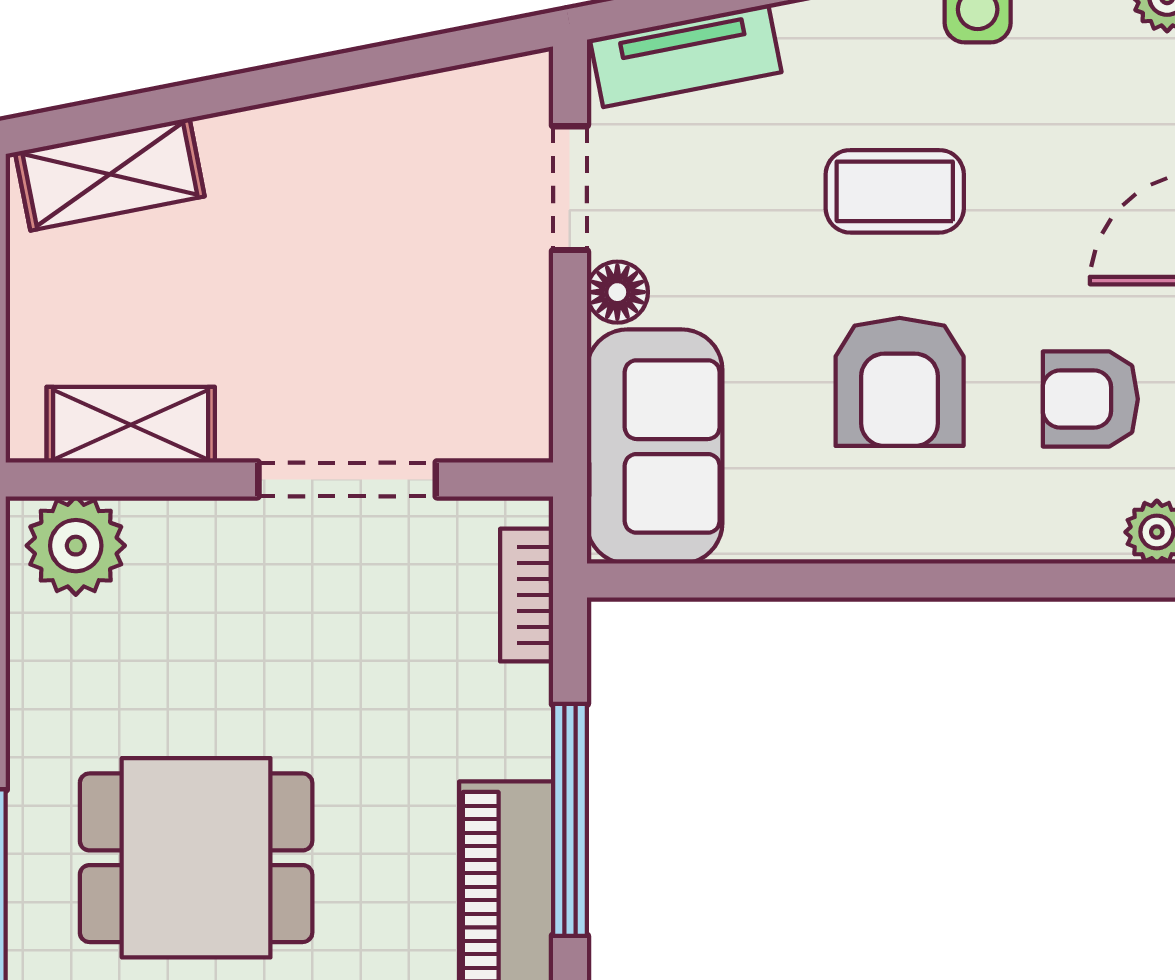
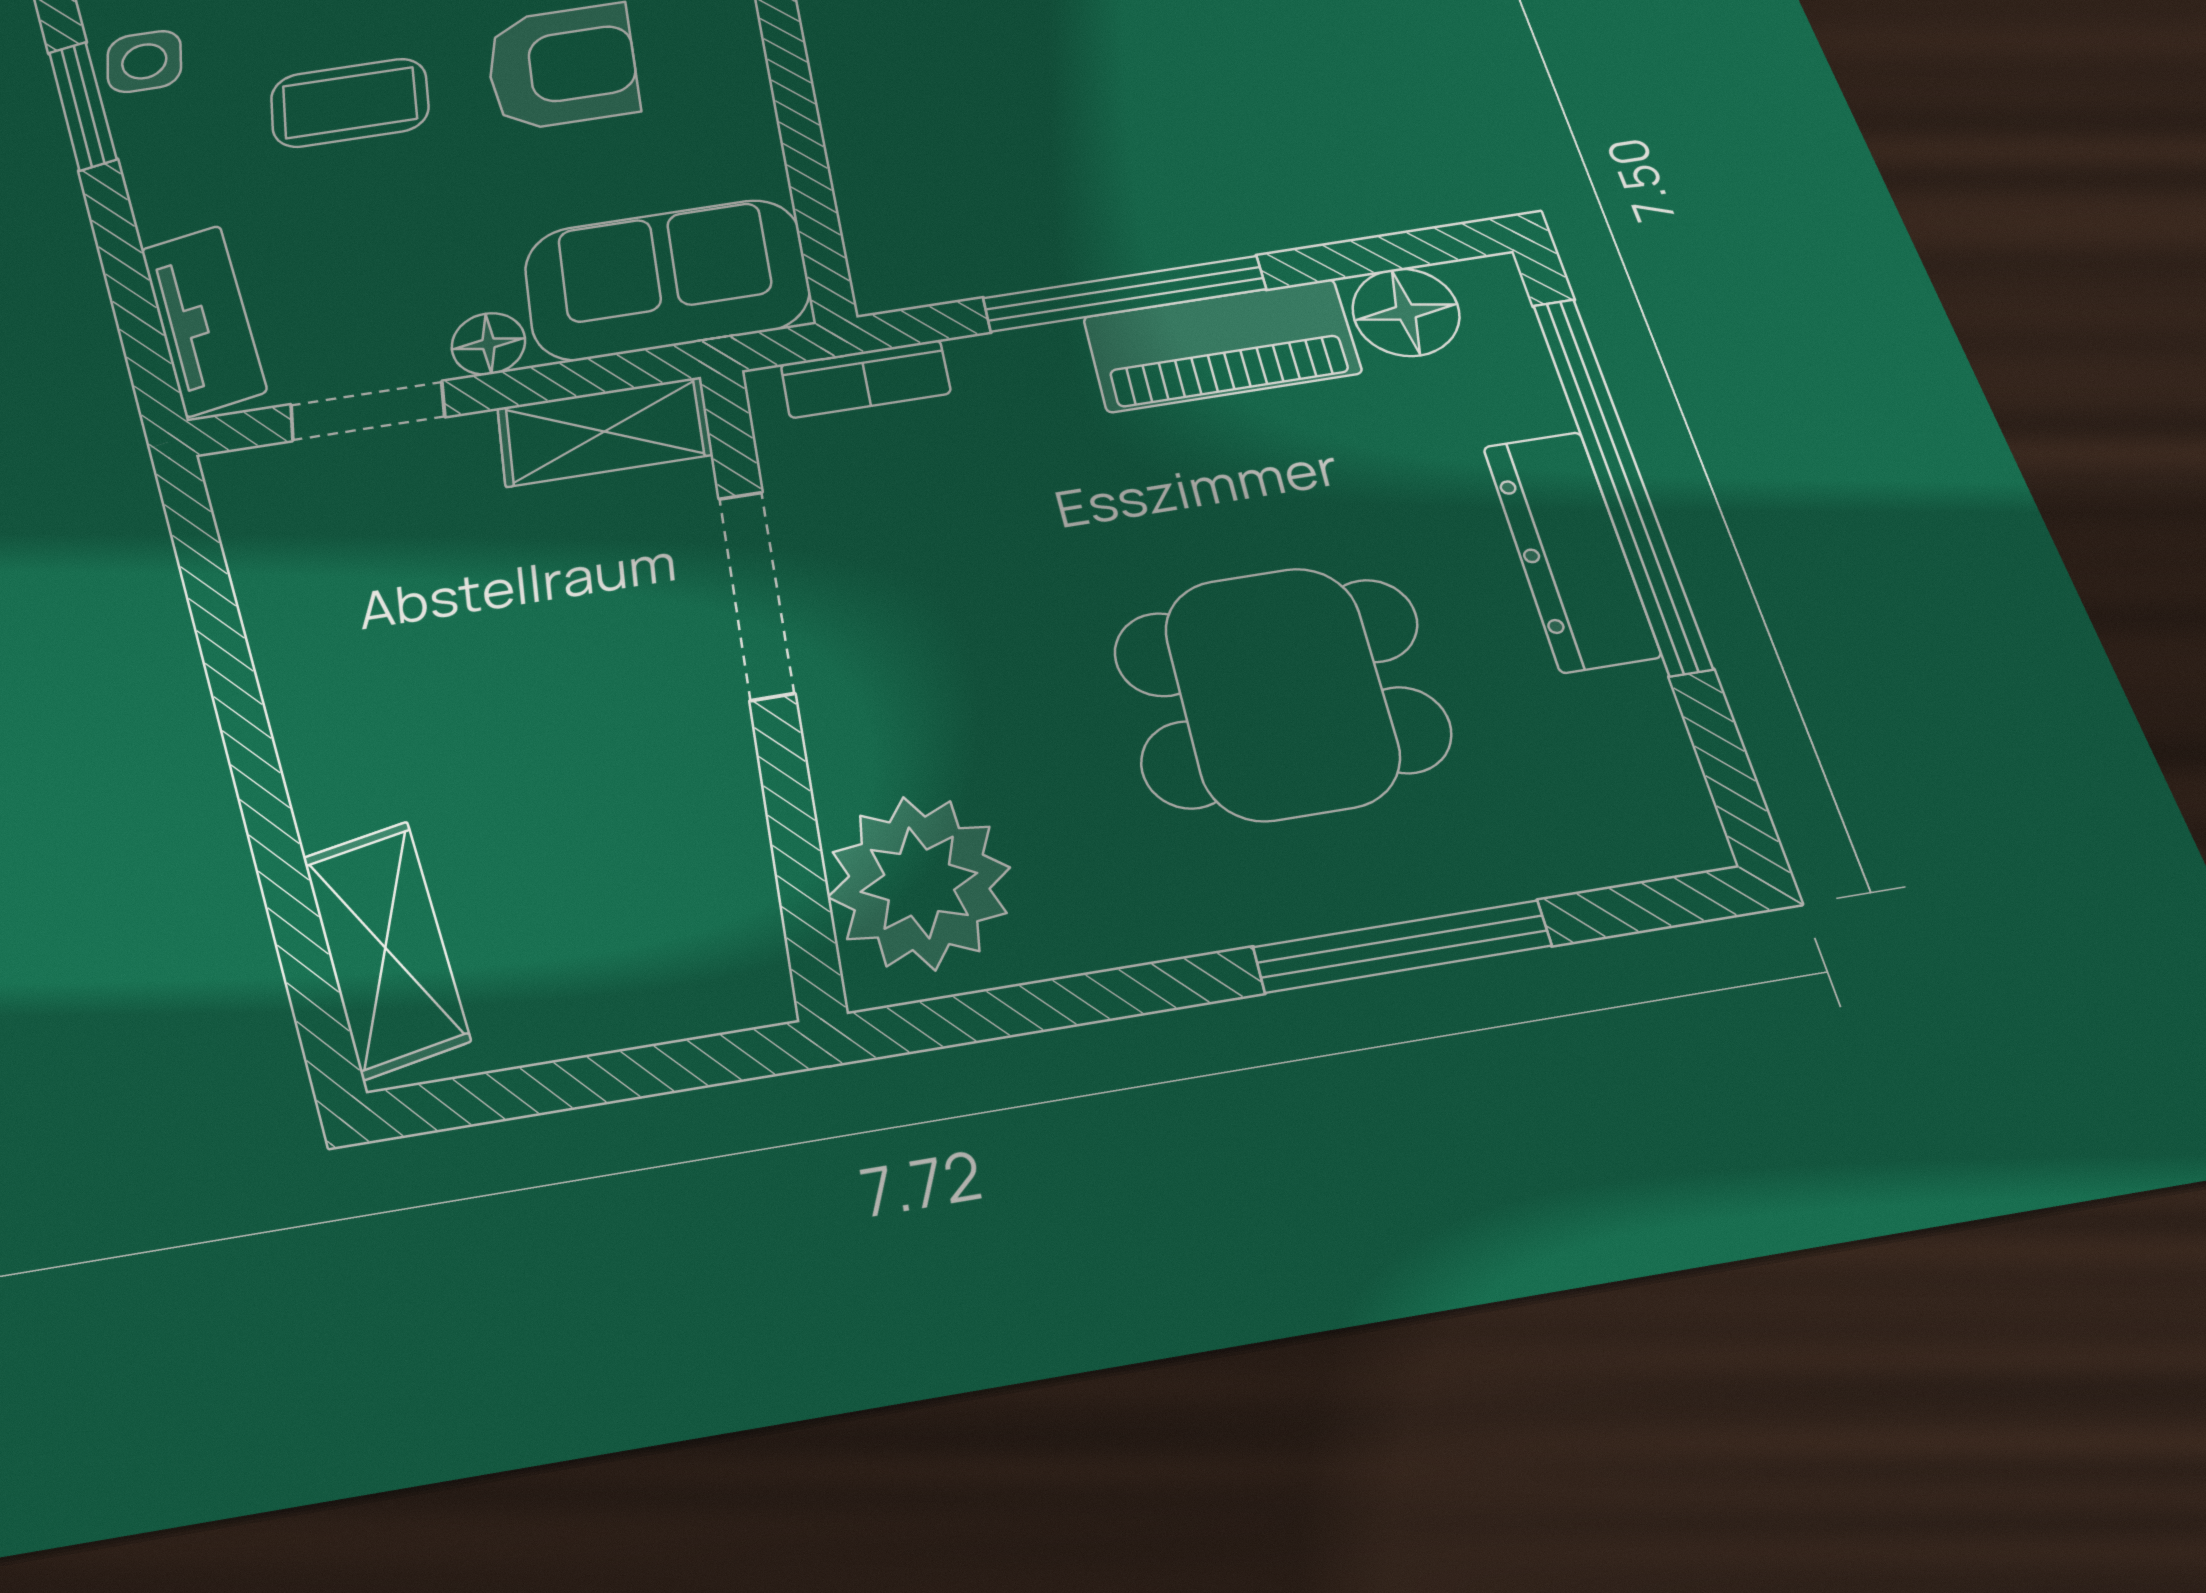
coffee table: (895, 191) -> (350, 103), turned 90
shelving: (131, 425) -> (604, 431), moved, turned 90
plant: (76, 546) -> (919, 882), width x1.36, depth x1.36
dining table: (196, 858) -> (1281, 692), turned 90

